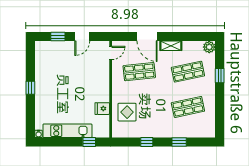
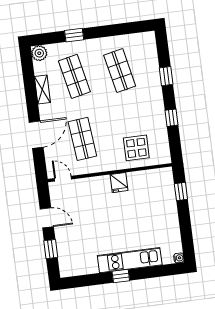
shelving: (171, 46) -> (42, 89), moved
fridge: (102, 109) -> (119, 183), moved
kitchen unit: (67, 131) -> (130, 260), moved, turned 90

